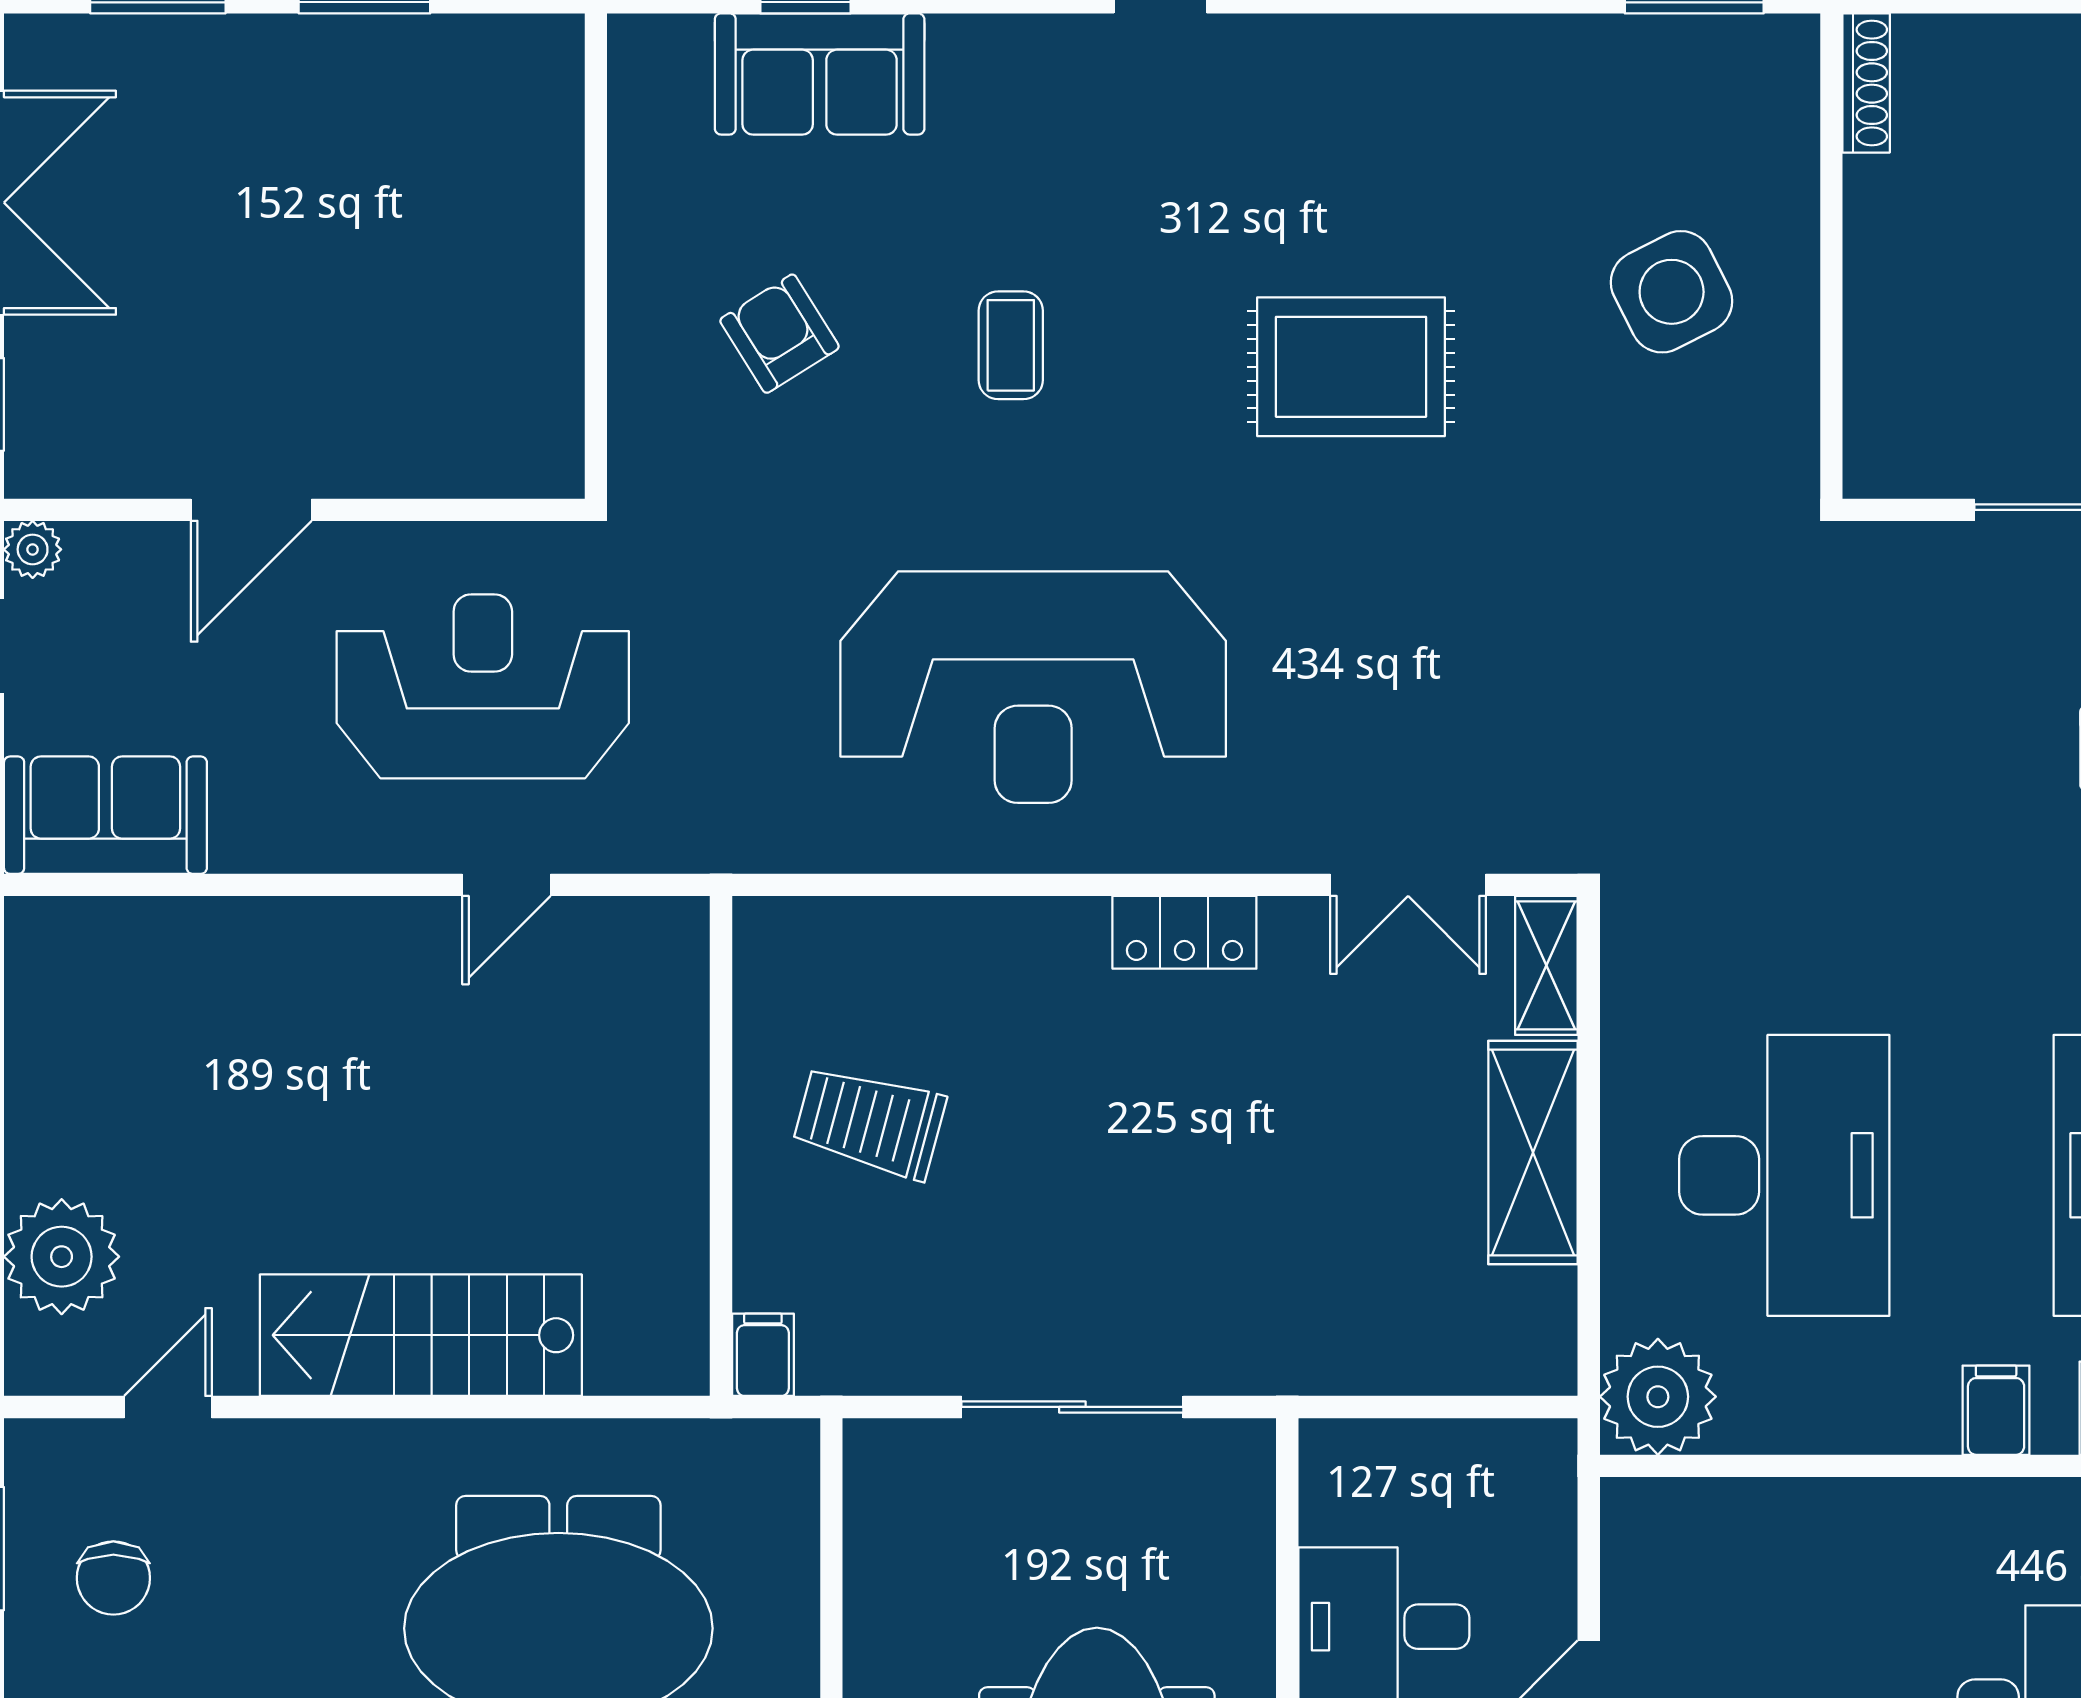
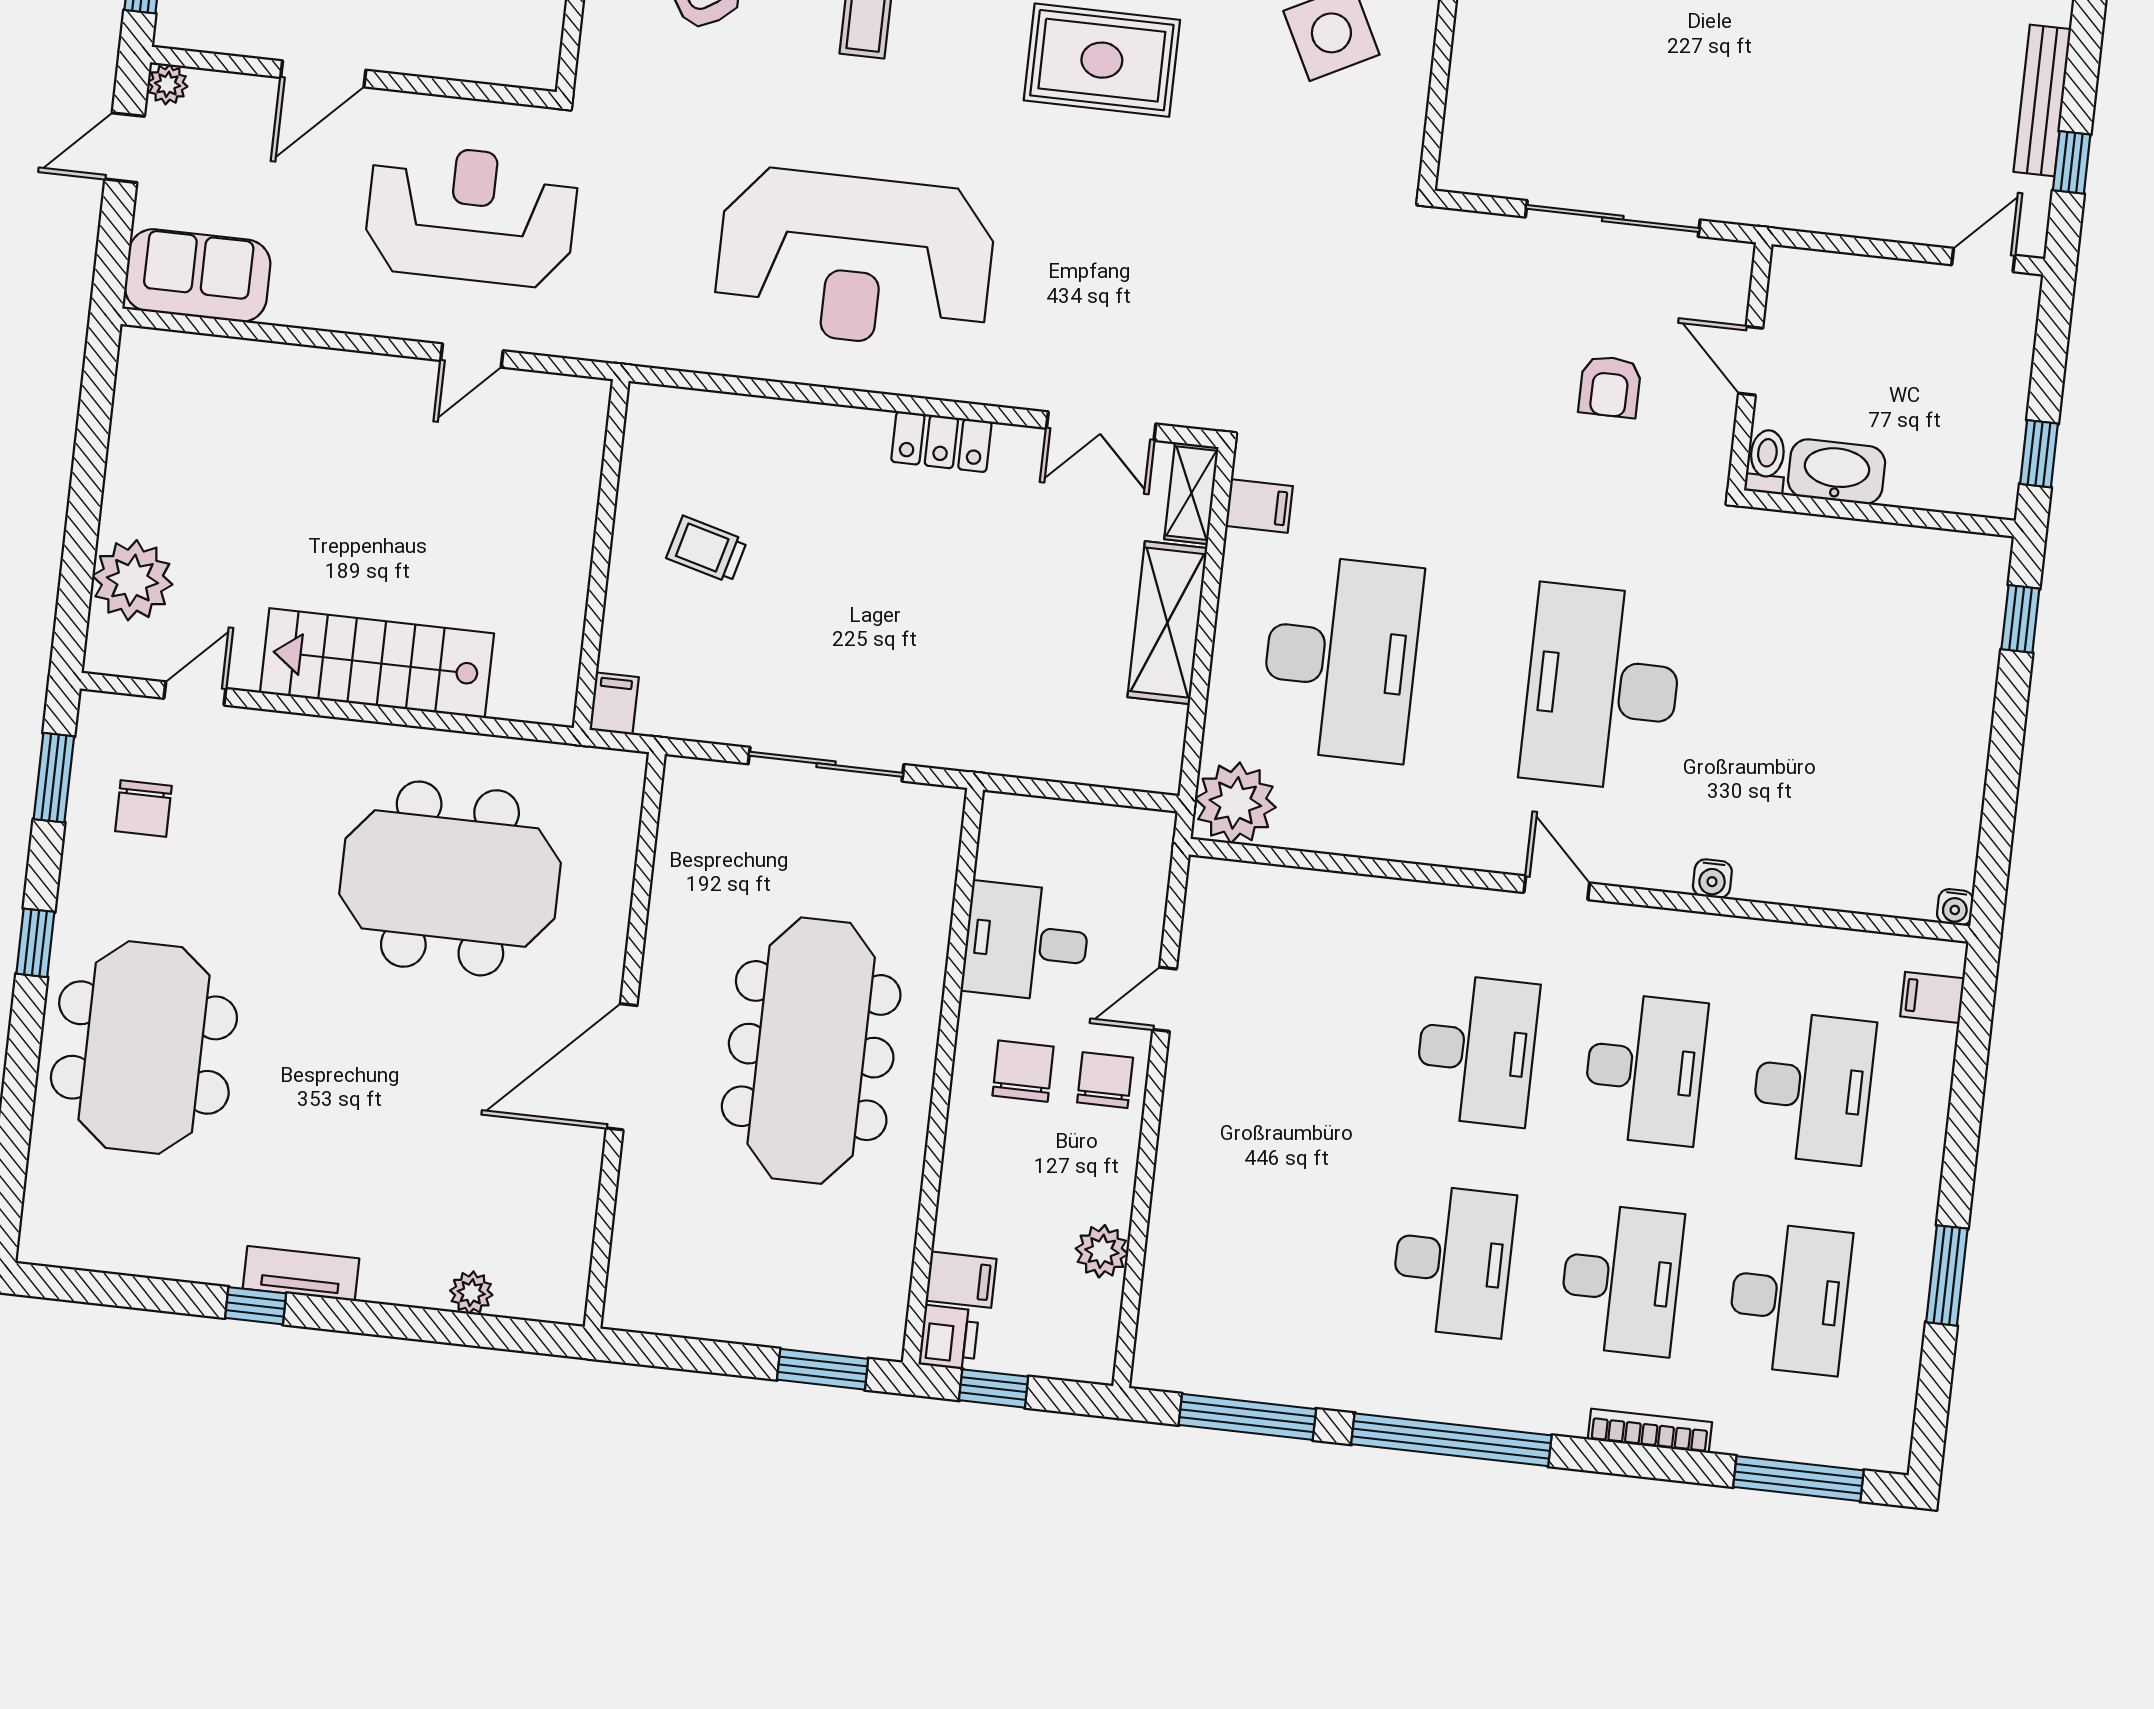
trolley: (869, 1122) -> (707, 549), width x0.73, depth x0.72
filing cabinet: (1996, 1410) -> (1259, 506), moved, turned 90

